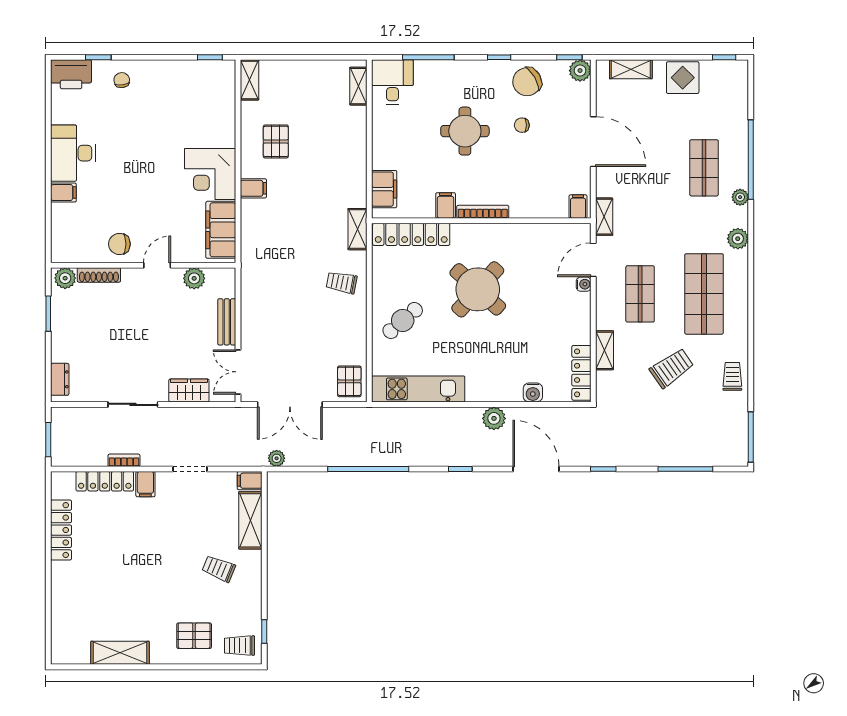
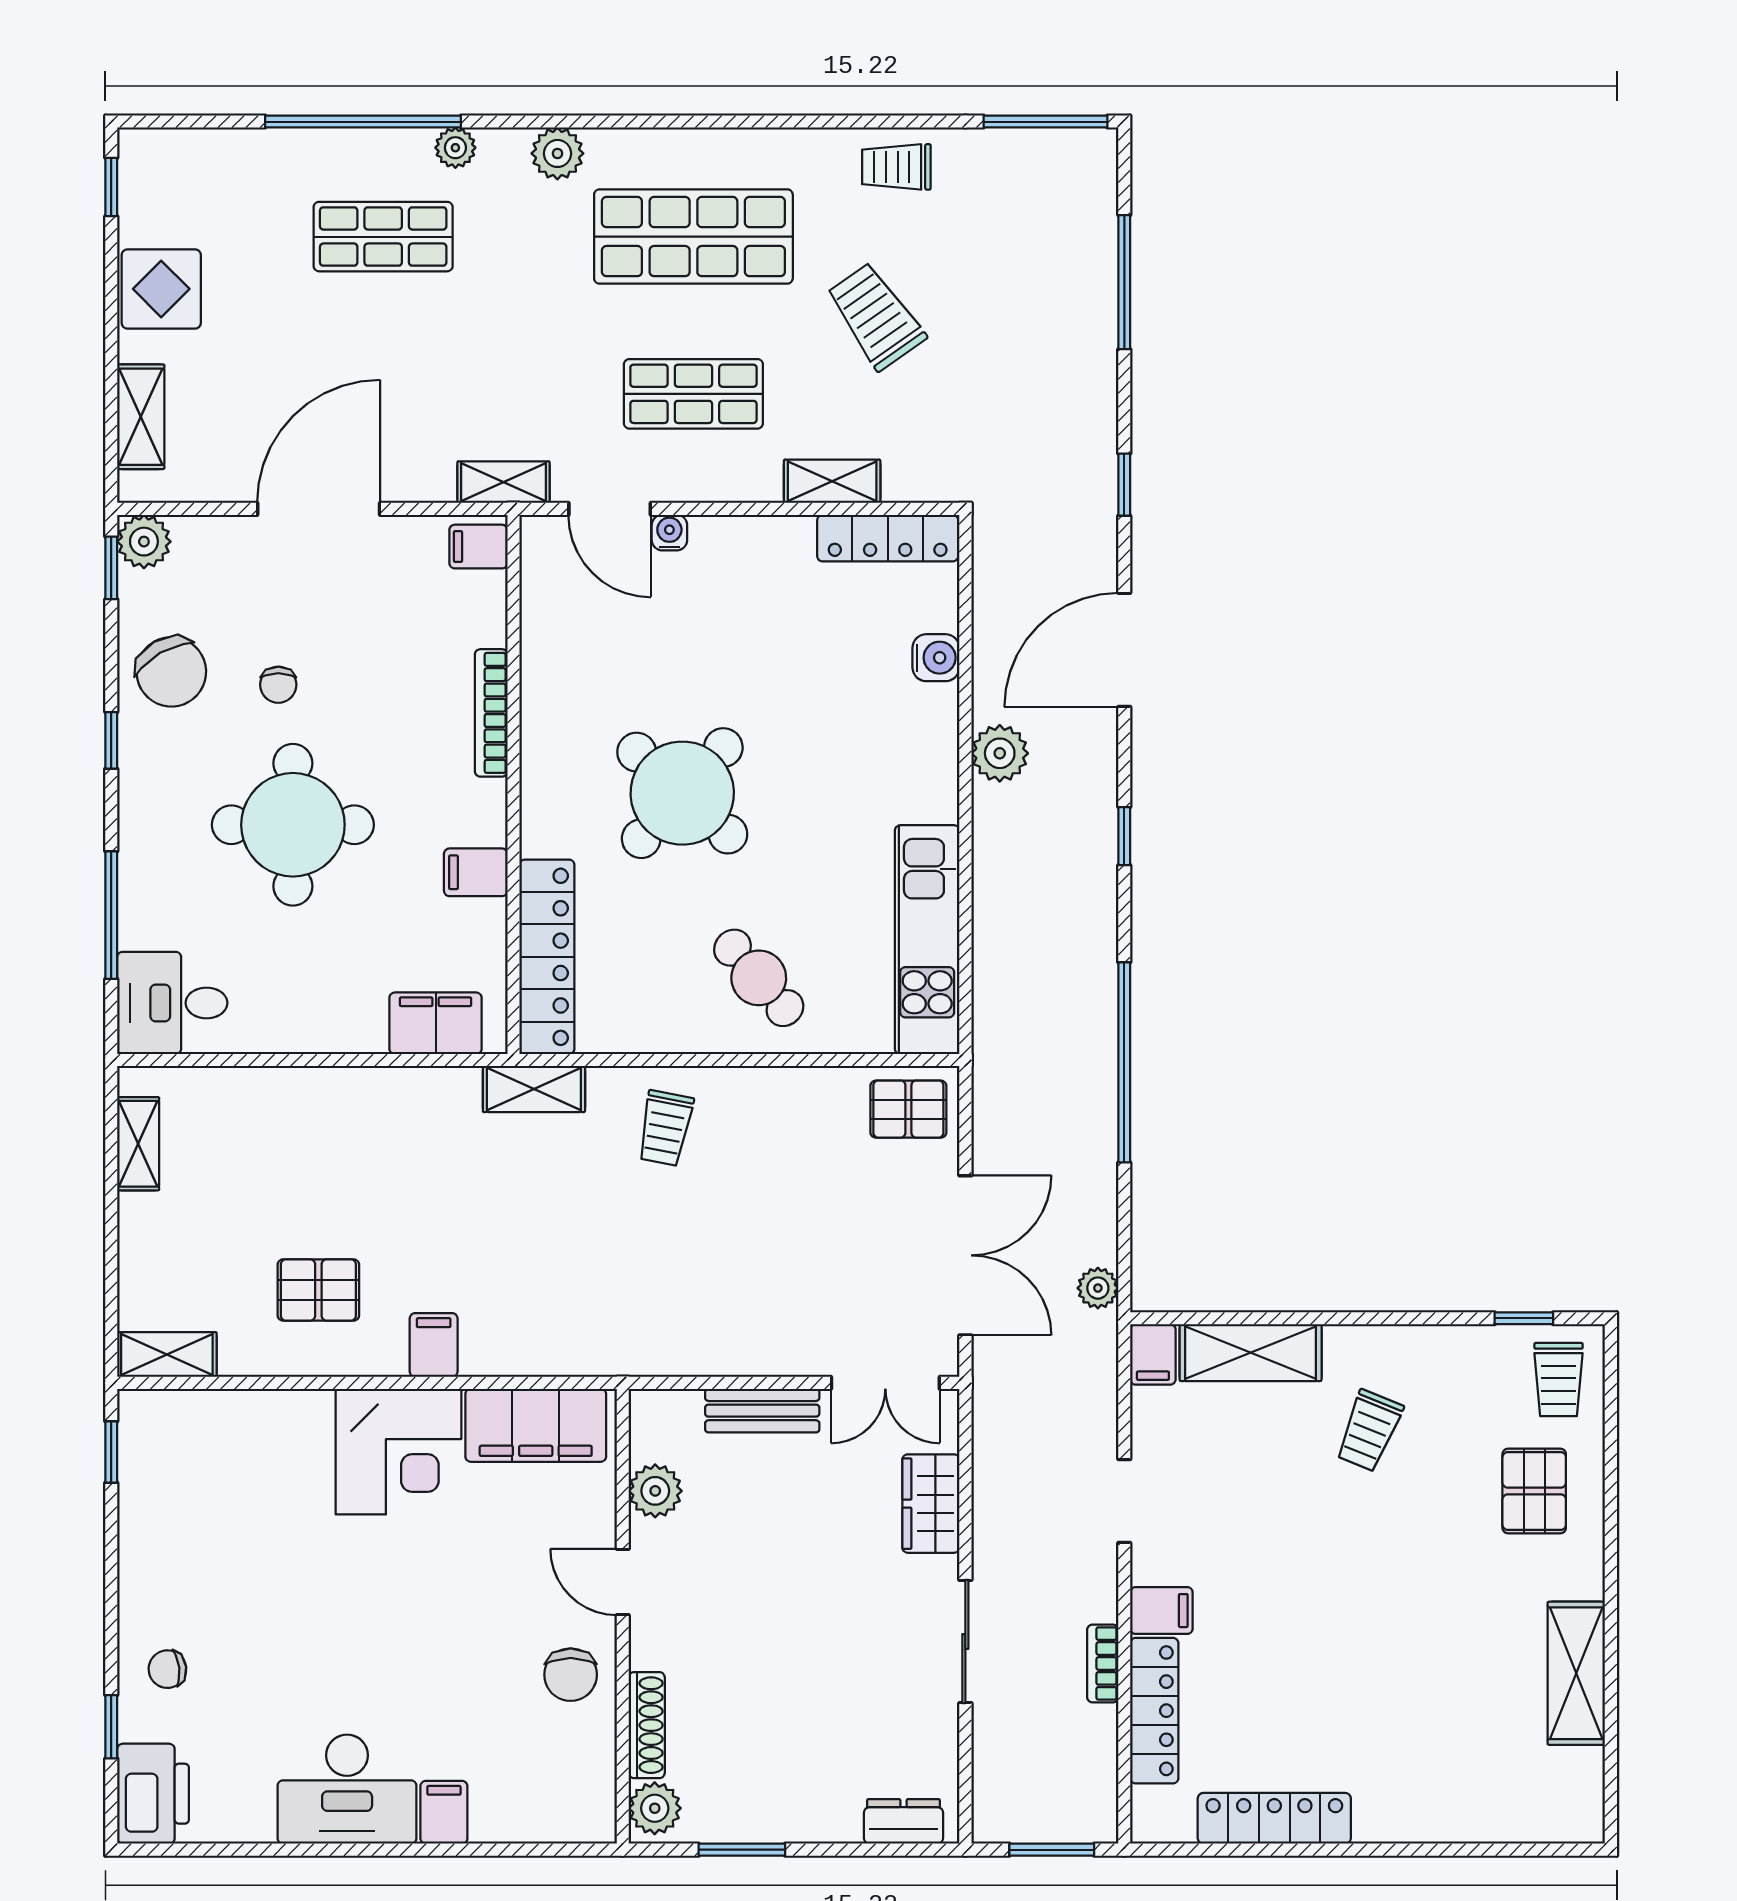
shelving: (358, 86) -> (138, 1144), moved, turned 90
round table: (465, 131) -> (293, 825), width x1.36, depth x1.36
bookcase: (483, 212) -> (491, 713), moved

